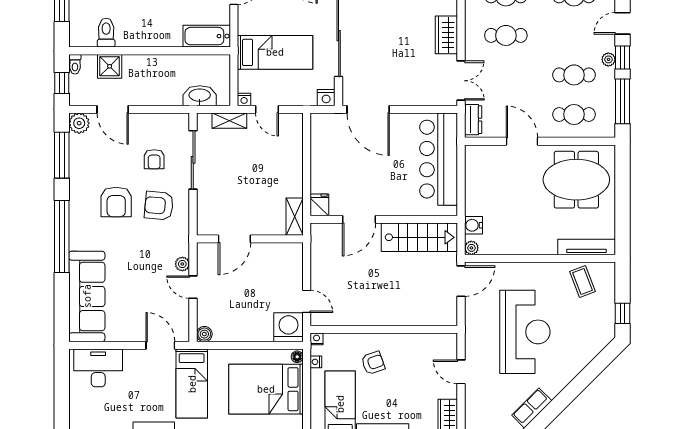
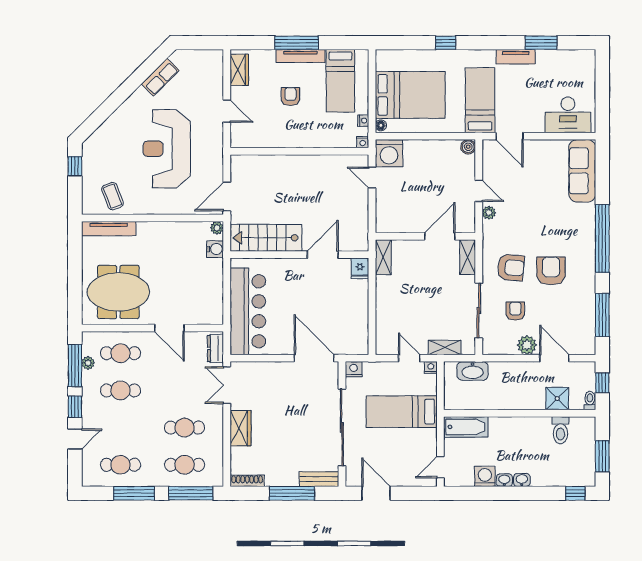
plant: (608, 59) -> (88, 363), moved
plant: (79, 123) -> (527, 345), moved
shelving: (205, 217) -> (468, 257), added
sofa: (87, 296) -> (582, 171), width x0.74, depth x0.79
armchair: (373, 363) -> (290, 97), moved, turned 109

